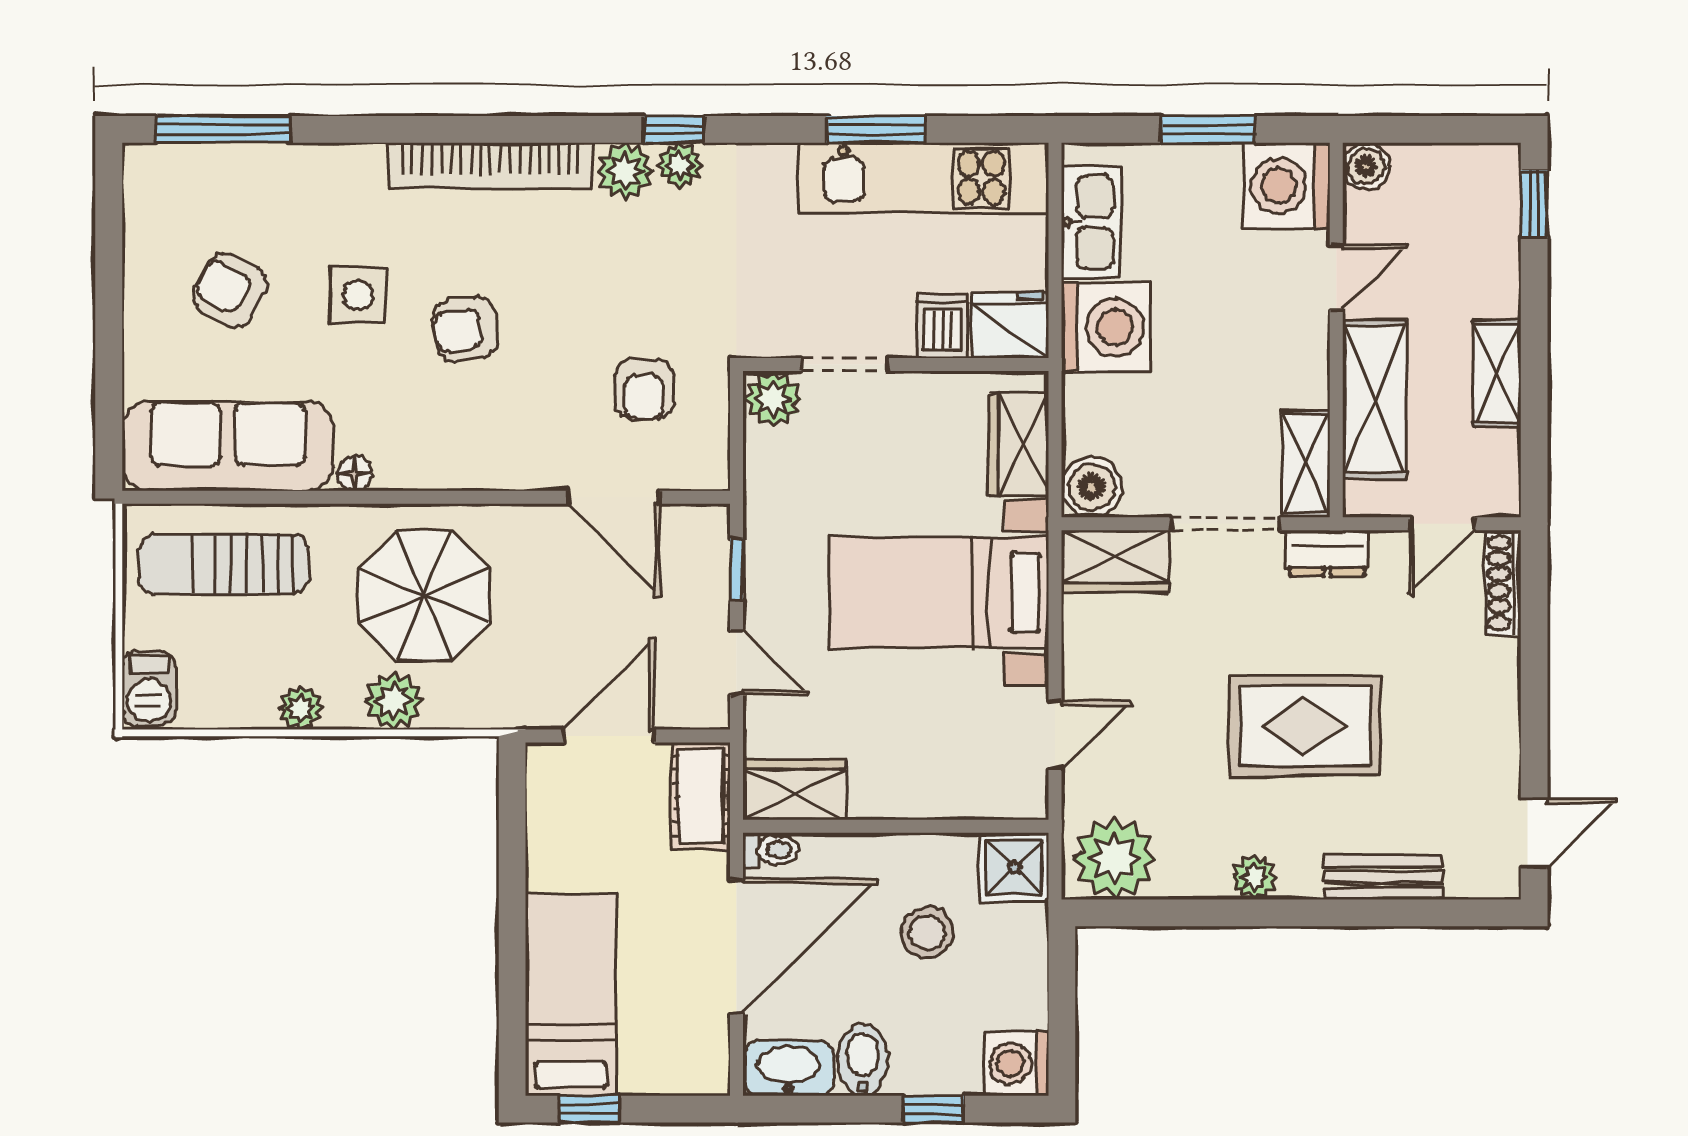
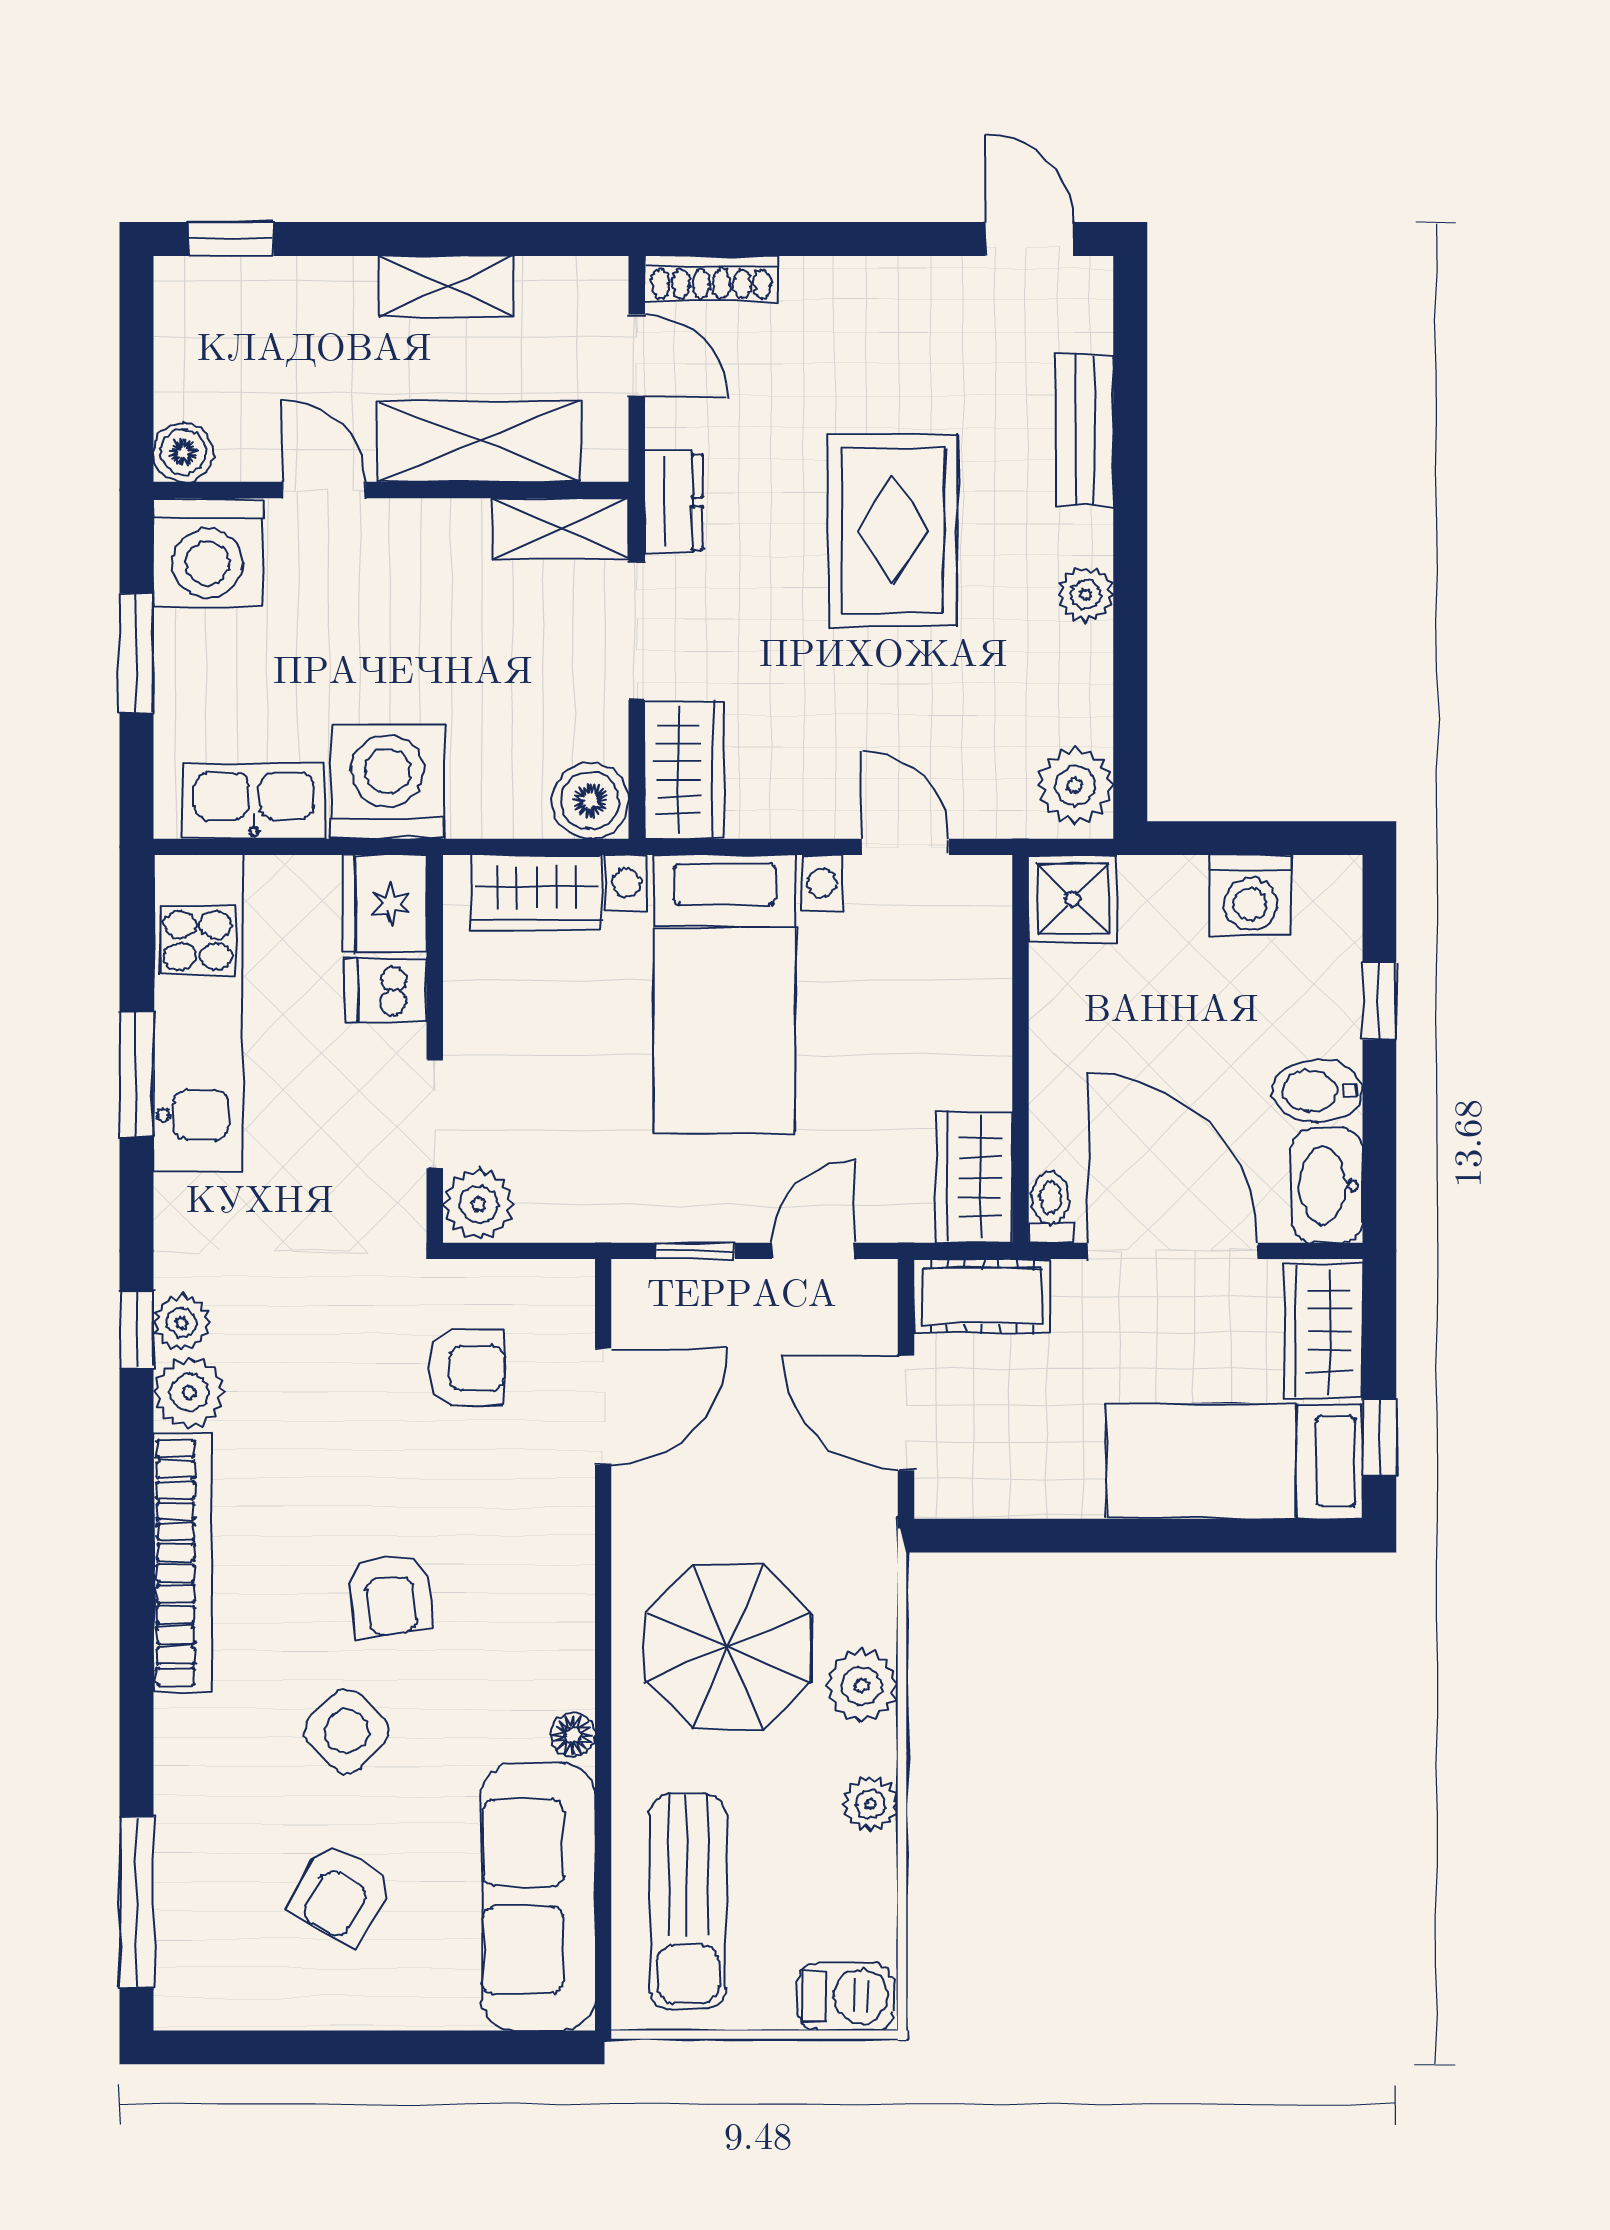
side table: (358, 295) -> (347, 1731), turned 45
plant: (1114, 858) -> (1075, 786), width x0.73, depth x0.73
stool: (927, 932) -> (1155, 1009), removed
washing machine: (1016, 1064) -> (1250, 896), moved
wardrobe: (674, 1065) -> (1323, 1331), added

